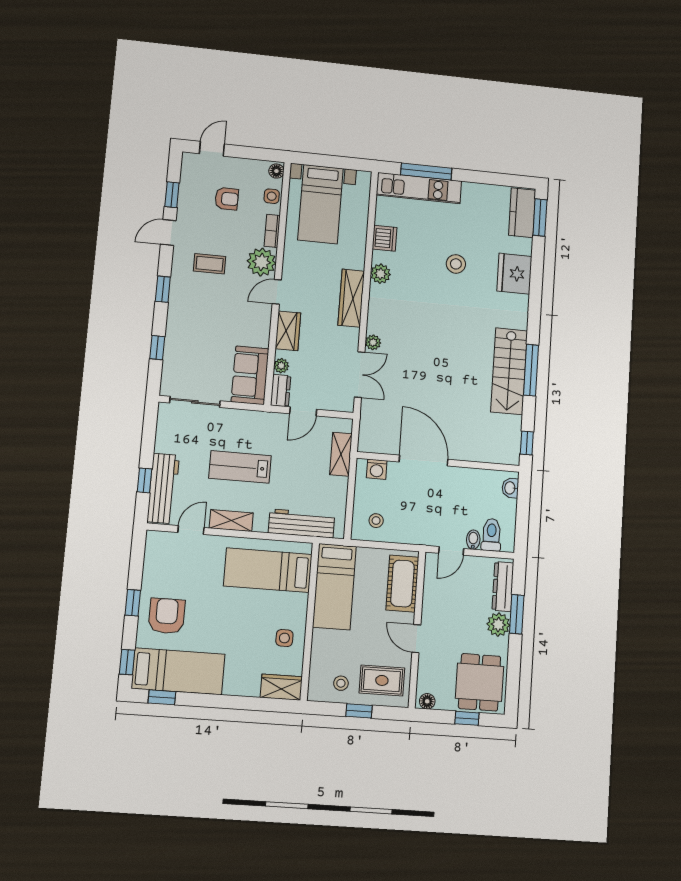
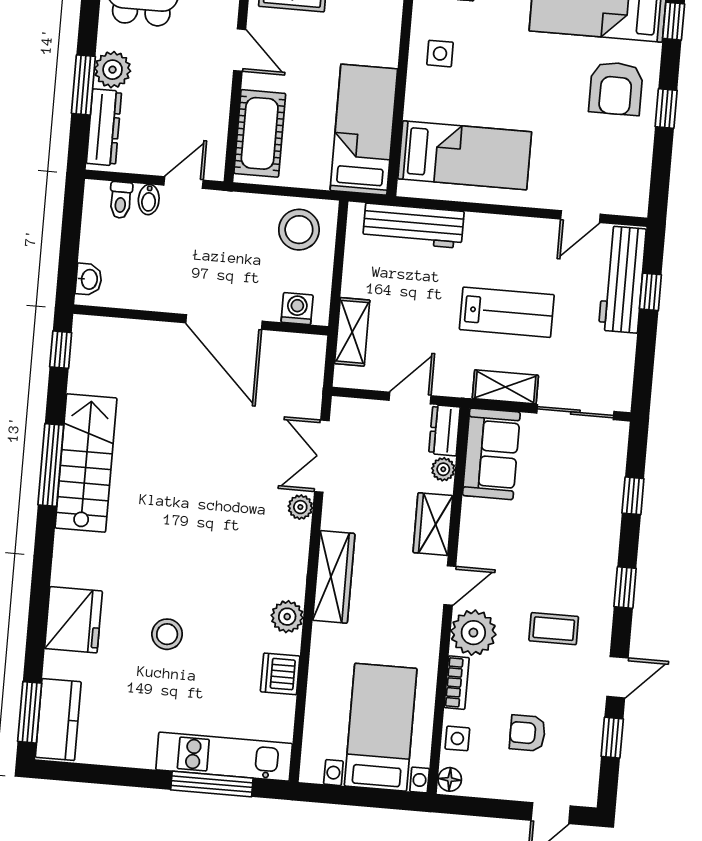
shelving: (231, 521) -> (505, 387), moved
stool: (376, 521) -> (299, 230), width x1.89, depth x1.89
toilet: (491, 535) -> (121, 200), width x0.73, depth x0.72

